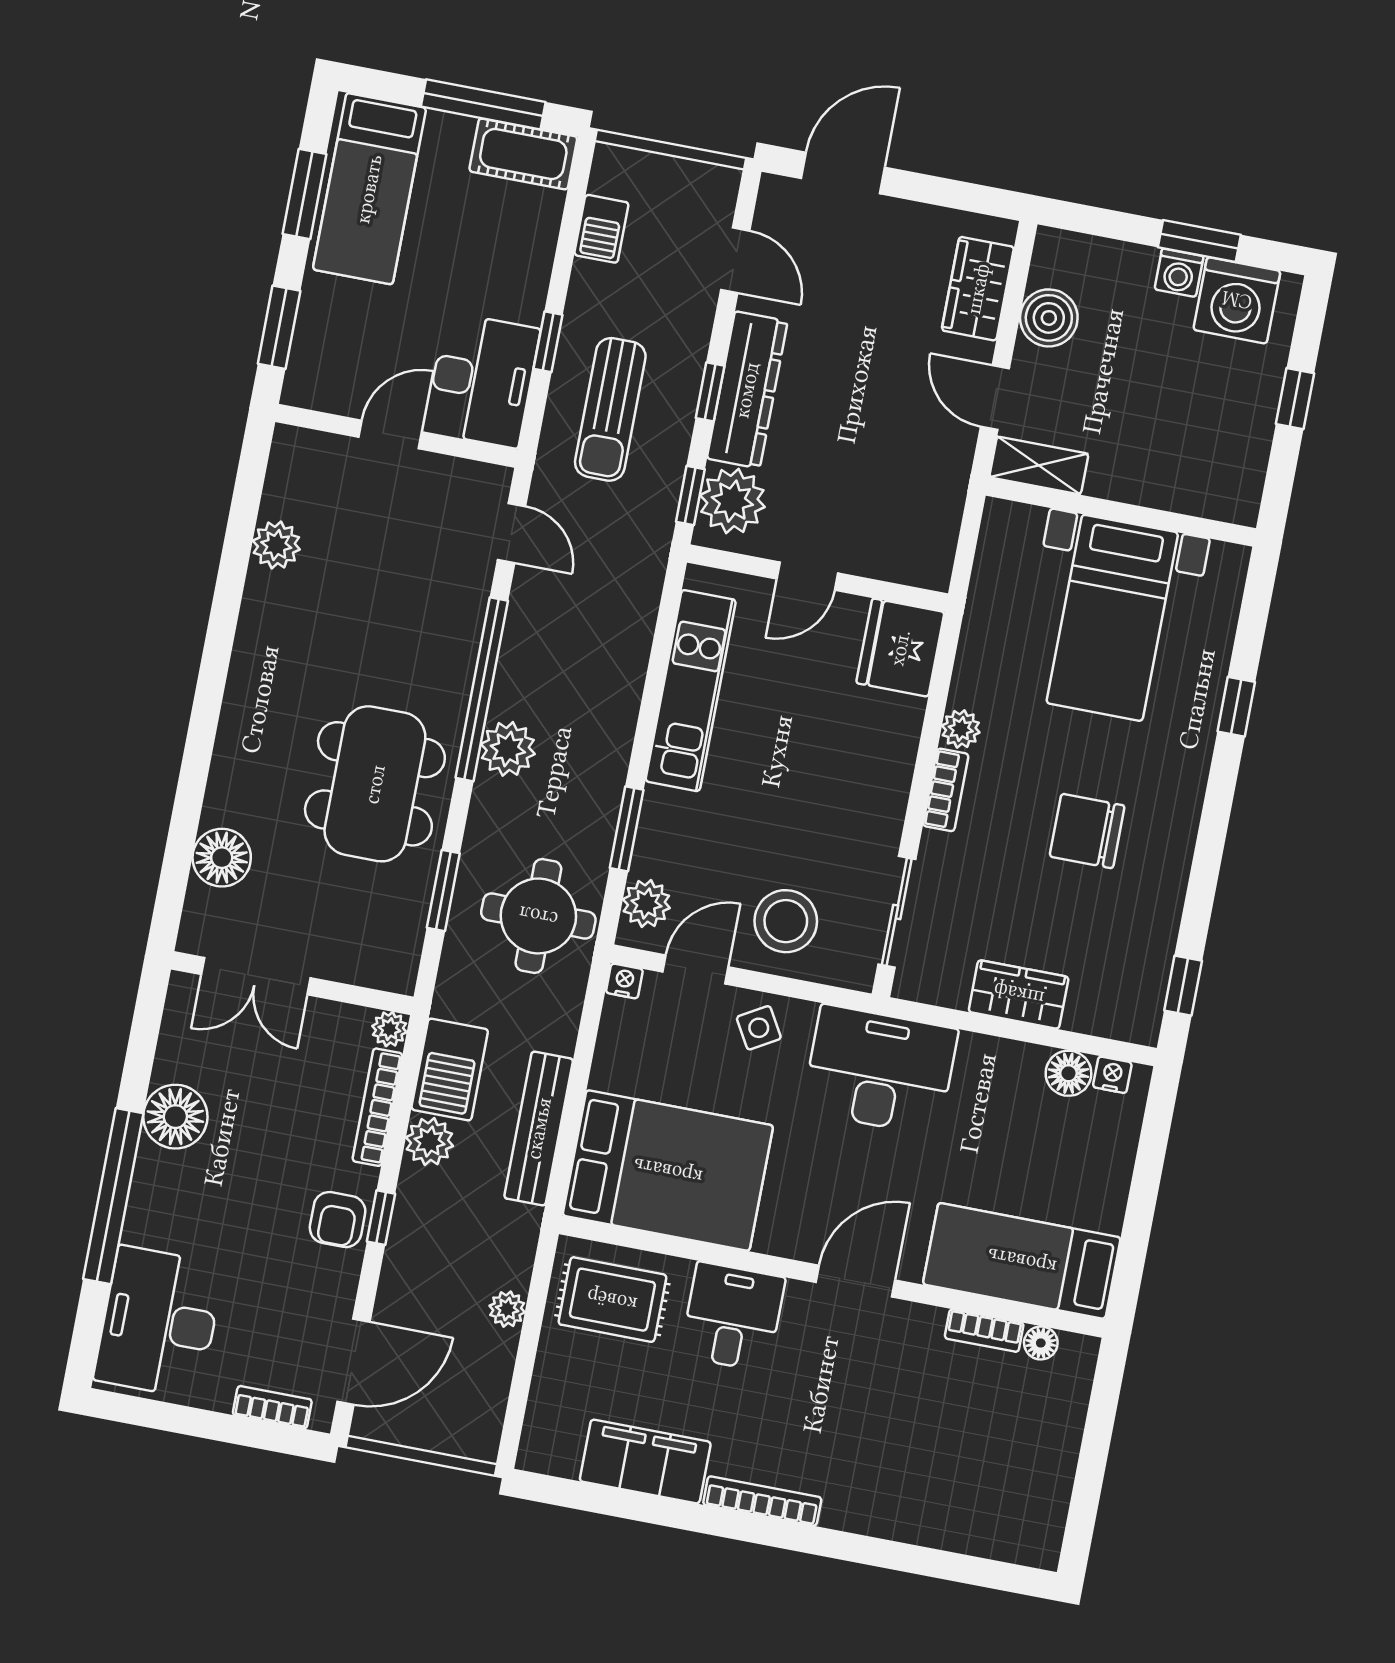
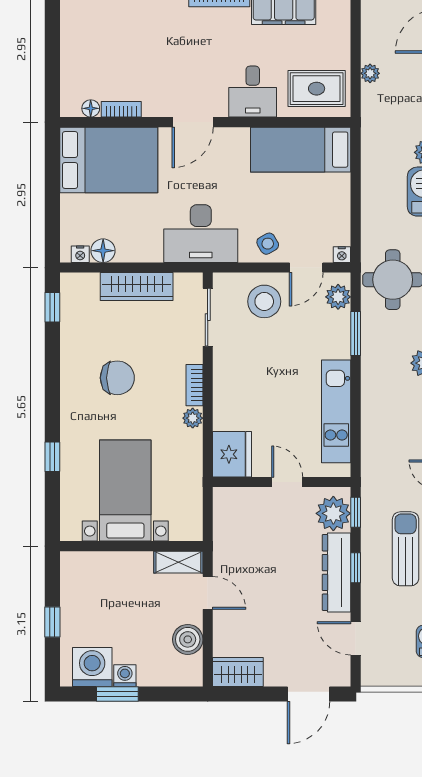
wardrobe: (978, 289) -> (238, 672), moved, turned -90
door: (807, 576) -> (287, 482), hinge flipped
wardrobe: (1019, 994) -> (137, 287), width x1.50
bench: (539, 1128) -> (372, 170), removed
bed: (668, 1171) -> (301, 150), width x0.67
bed: (1022, 1261) -> (109, 160), width x1.50

